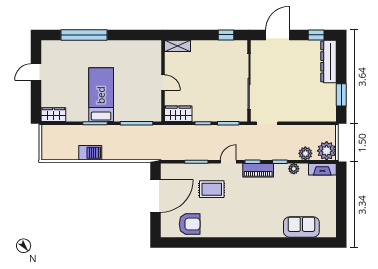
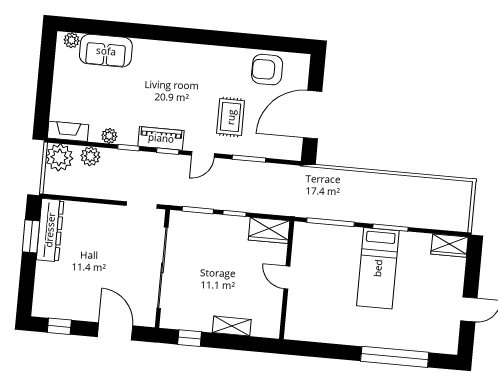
door: (278, 35) -> (115, 331), swing flipped
shelving: (177, 46) -> (232, 326), moved
dresser: (328, 61) -> (50, 230), moved
barbecue: (90, 153) -> (401, 186), removed
rug: (212, 189) -> (231, 117), turned 90
plant: (326, 232) -> (72, 40), added

